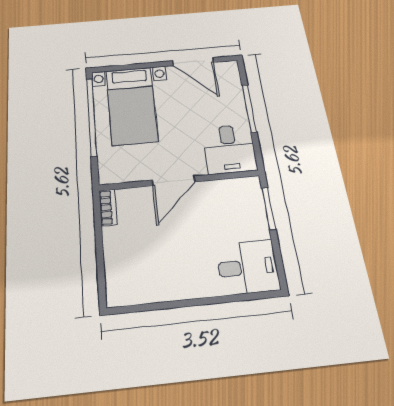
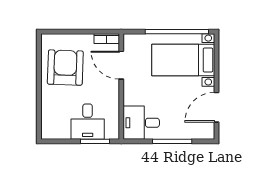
door: (173, 181) -> (121, 65), moved
armchair: (159, 264) -> (65, 68), added
desk: (248, 267) -> (88, 122), moved

